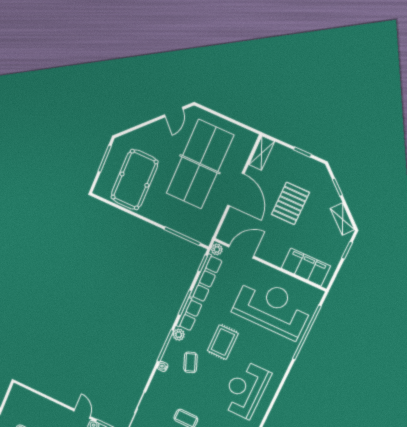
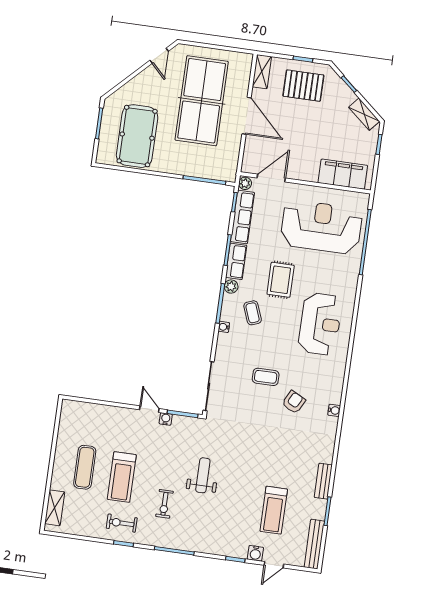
pallet: (290, 203) -> (303, 86), moved, turned 90
reception desk: (245, 390) -> (320, 324), turned 180

